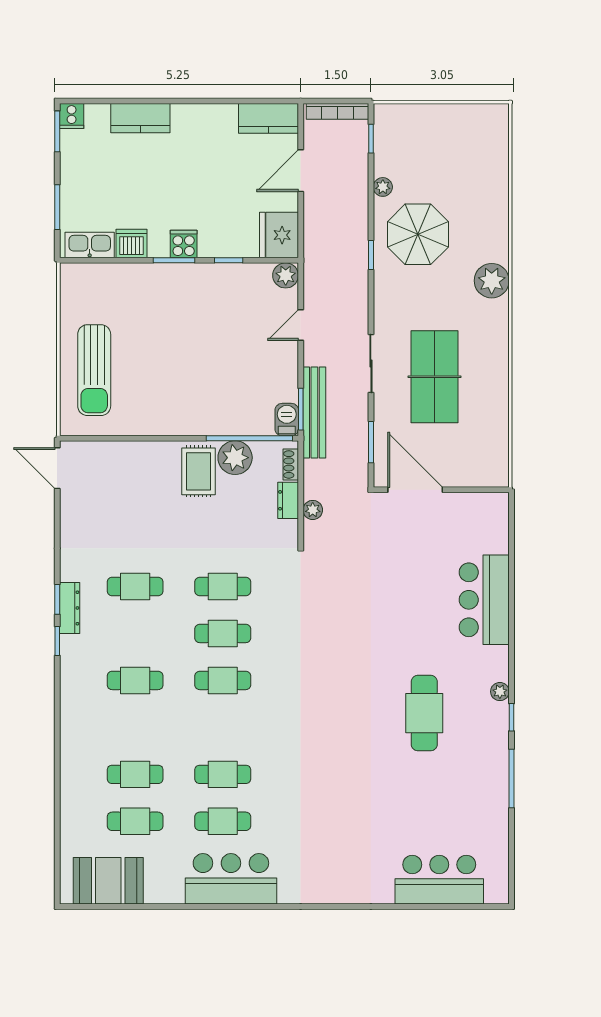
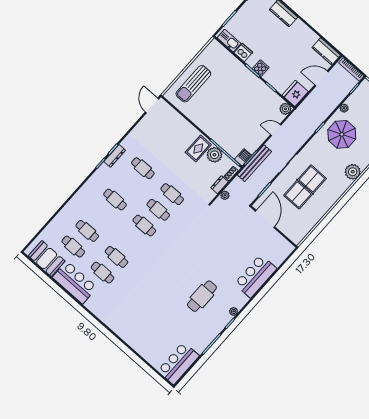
bar counter: (231, 879) -> (75, 282), moved
bar counter: (439, 880) -> (178, 363), moved, turned -90

